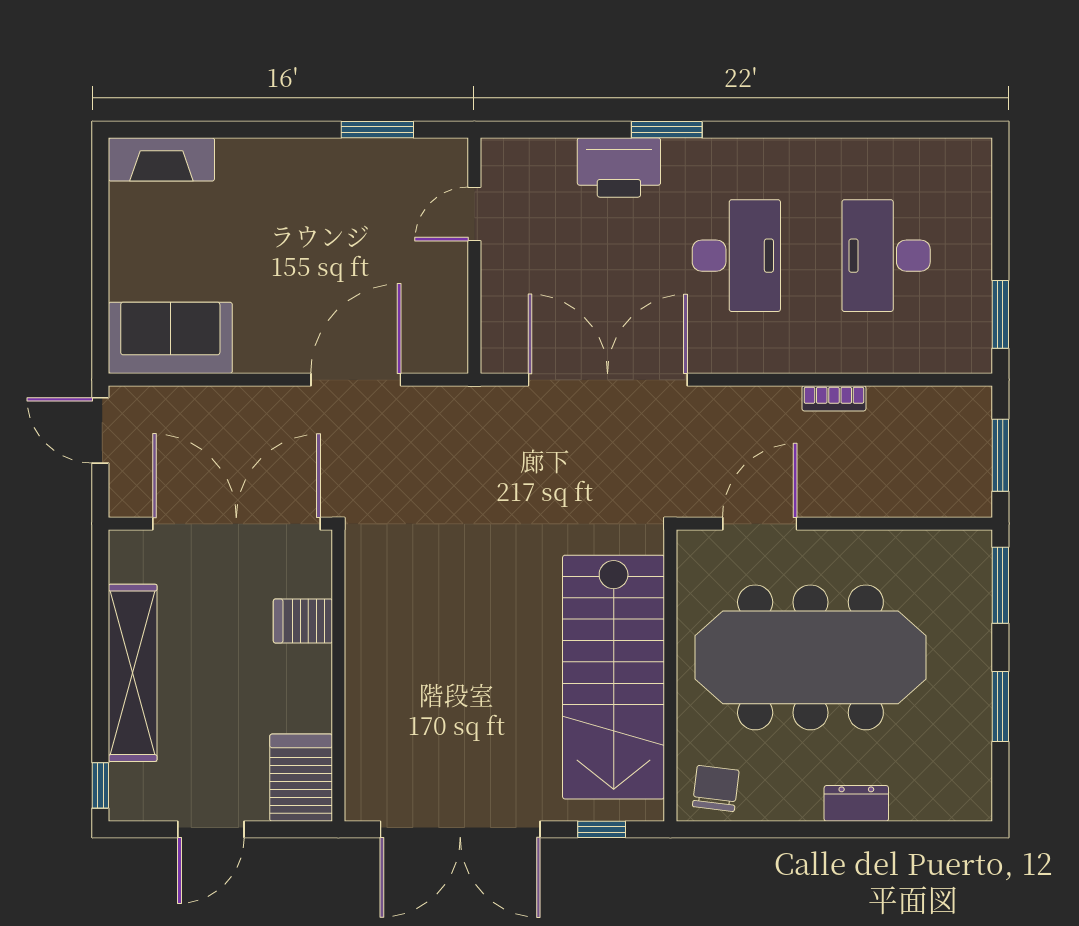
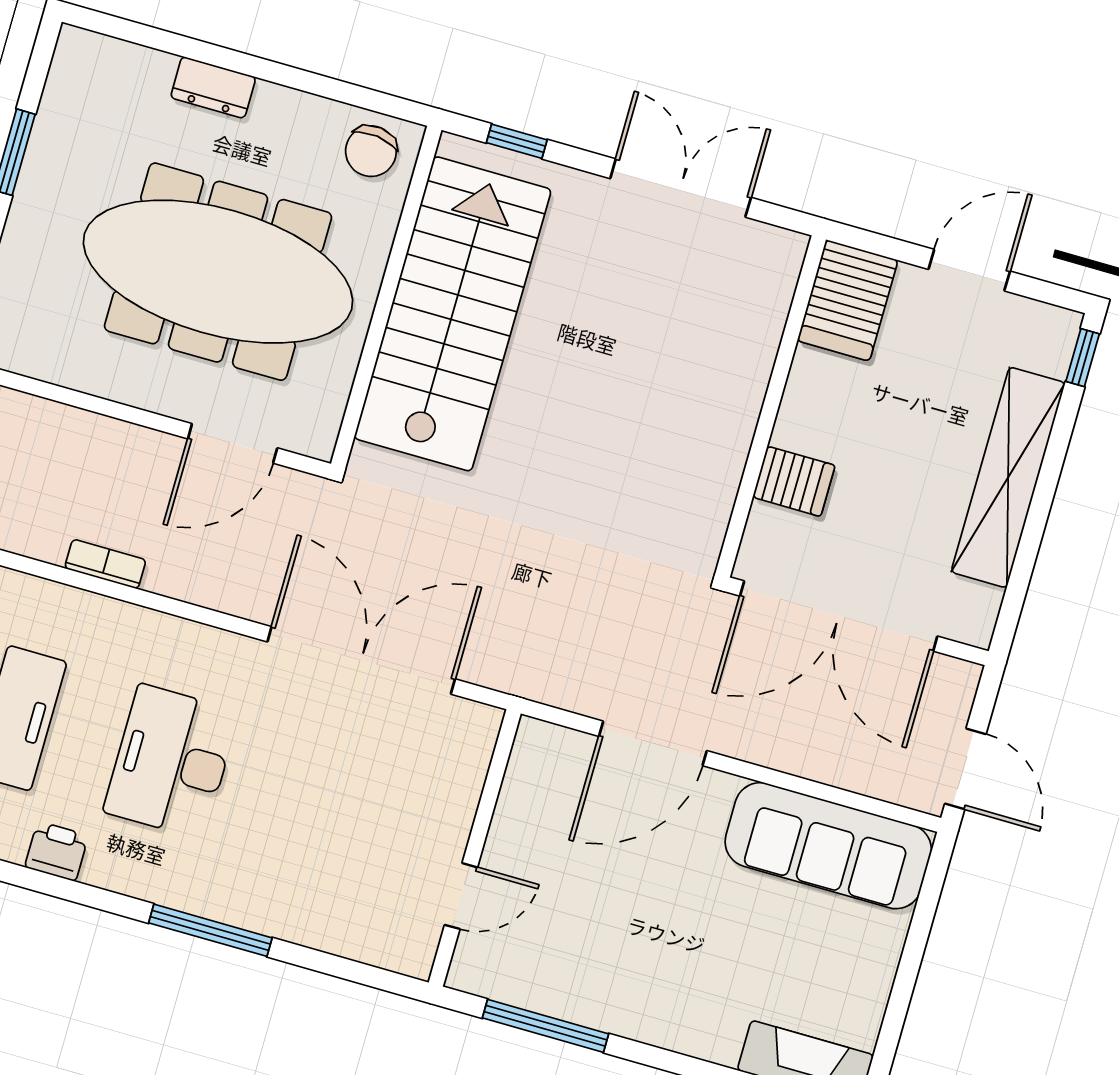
window: (377, 130) -> (545, 1026), width x1.44
window: (667, 130) -> (210, 930), width x1.44
printer: (619, 167) -> (57, 851), moved, width x0.53, depth x0.68
sofa: (170, 338) -> (828, 846), width x1.36
double door: (608, 380) -> (361, 660), swing flipped
double door: (460, 829) -> (681, 188), width x0.73

